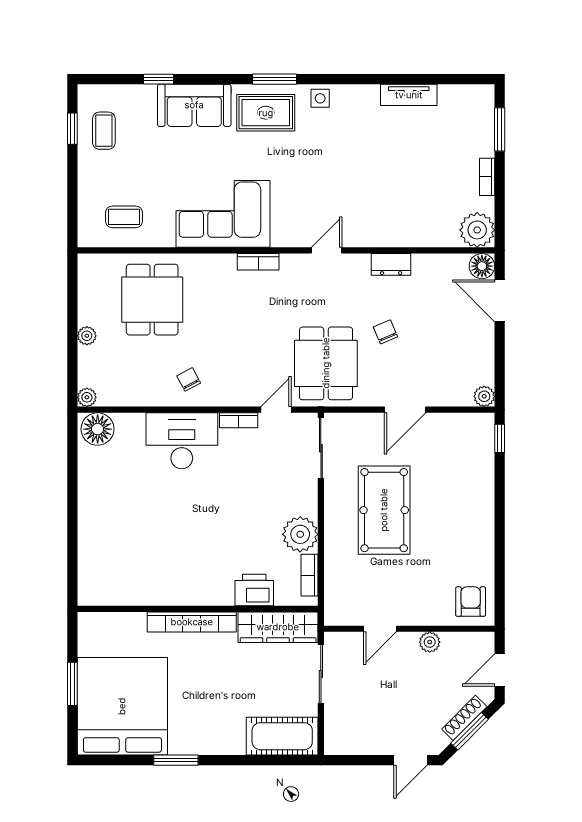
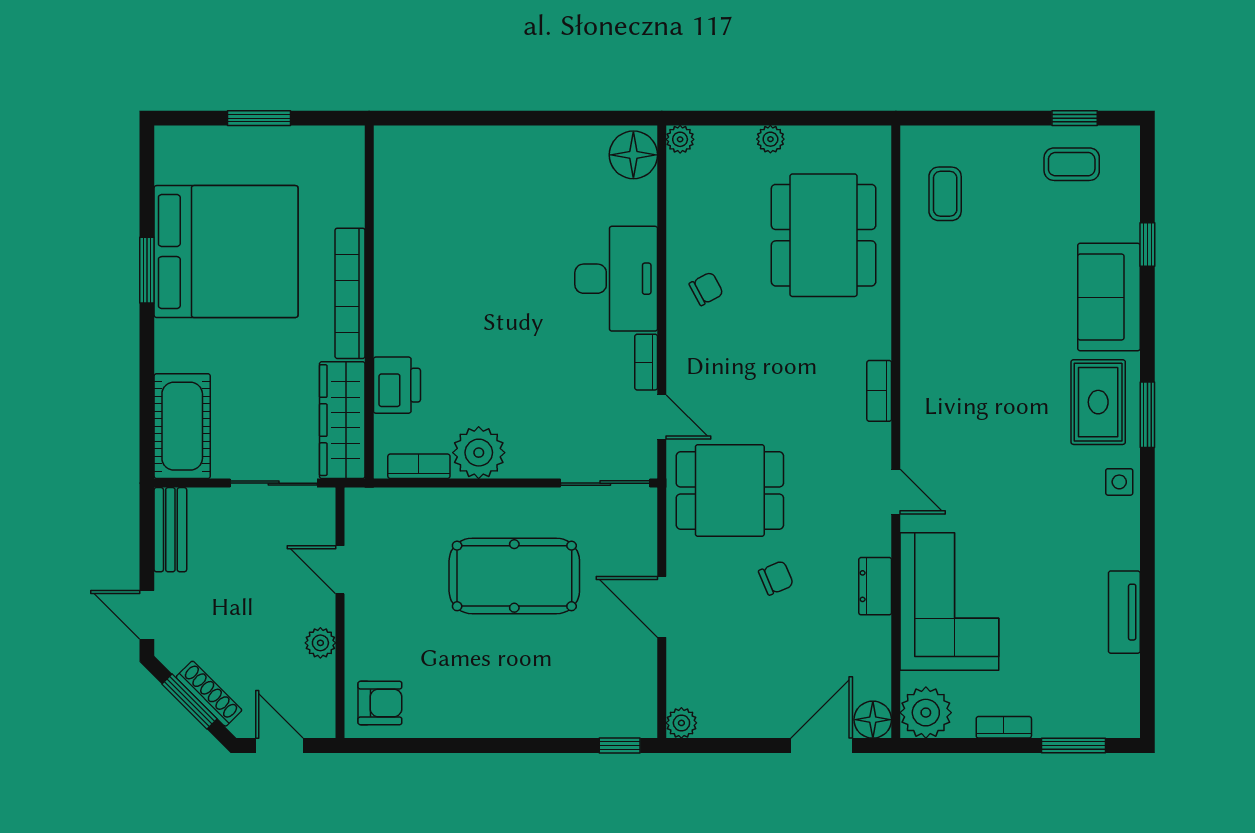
corner sofa: (223, 214) -> (949, 601), moved
dining table: (152, 300) -> (824, 235), width x1.38
bed: (122, 706) -> (226, 252), moved
bench: (353, 744) -> (170, 530), added

